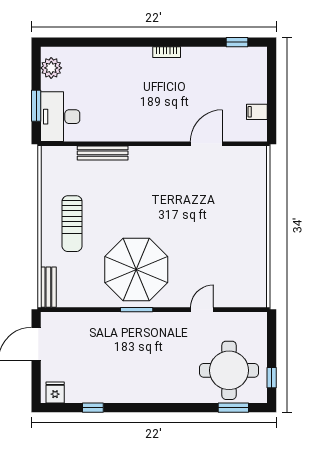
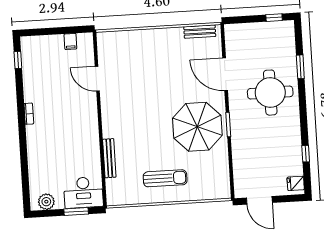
bench: (48, 287) -> (200, 32), moved
door: (202, 310) -> (225, 74), width x1.88
round table: (229, 370) -> (270, 93), moved
window: (233, 408) -> (300, 67), moved

